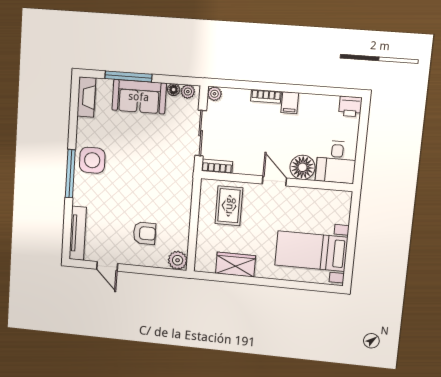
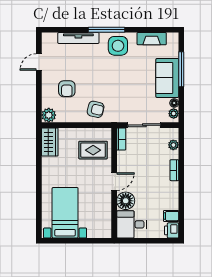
plant: (214, 94) -> (173, 145), moved
fireplace: (86, 97) -> (152, 39), moved
filing cabinet: (290, 103) -> (171, 216), moved
armchair: (174, 197) -> (96, 109), added
tv unit: (78, 233) -> (78, 38), moved
wardrobe: (235, 265) -> (50, 142), moved

